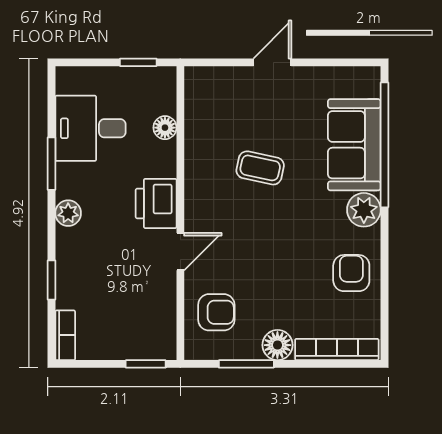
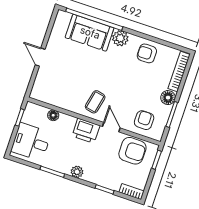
desk: (90, 128) -> (31, 142), moved, turned 90
coffee table: (260, 168) -> (95, 102), moved
armchair: (147, 310) -> (132, 151), added

